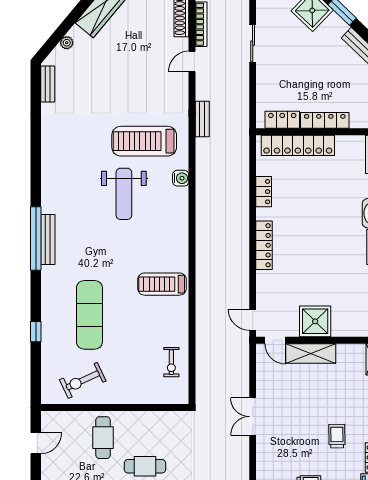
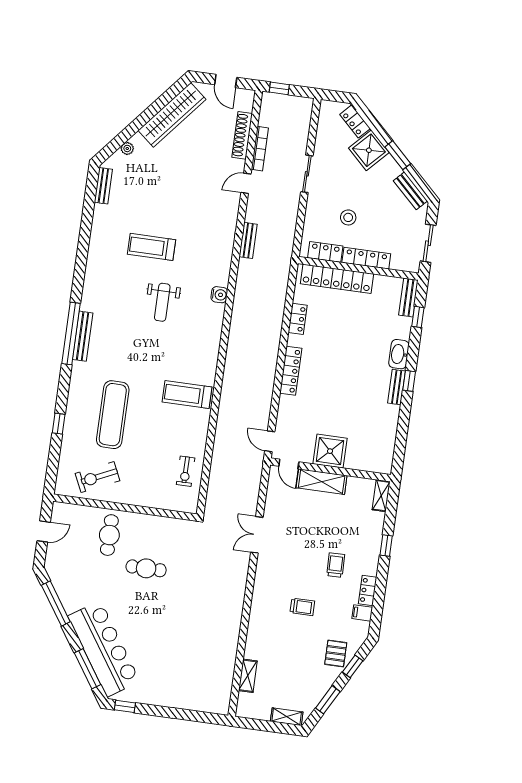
stool: (301, 82) -> (348, 217), added
treadmill: (144, 141) -> (151, 247), moved, width x0.73, depth x0.73
weight bench: (124, 194) -> (162, 302), width x0.73, depth x0.75

